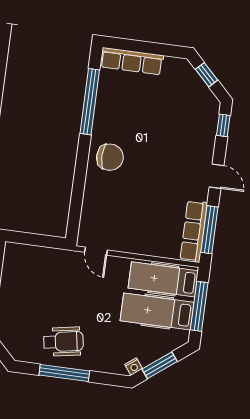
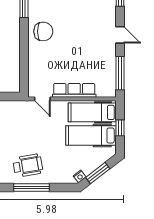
row of seats: (194, 231) -> (74, 90), moved, turned 90
window: (199, 306) -> (120, 128), width x0.46

